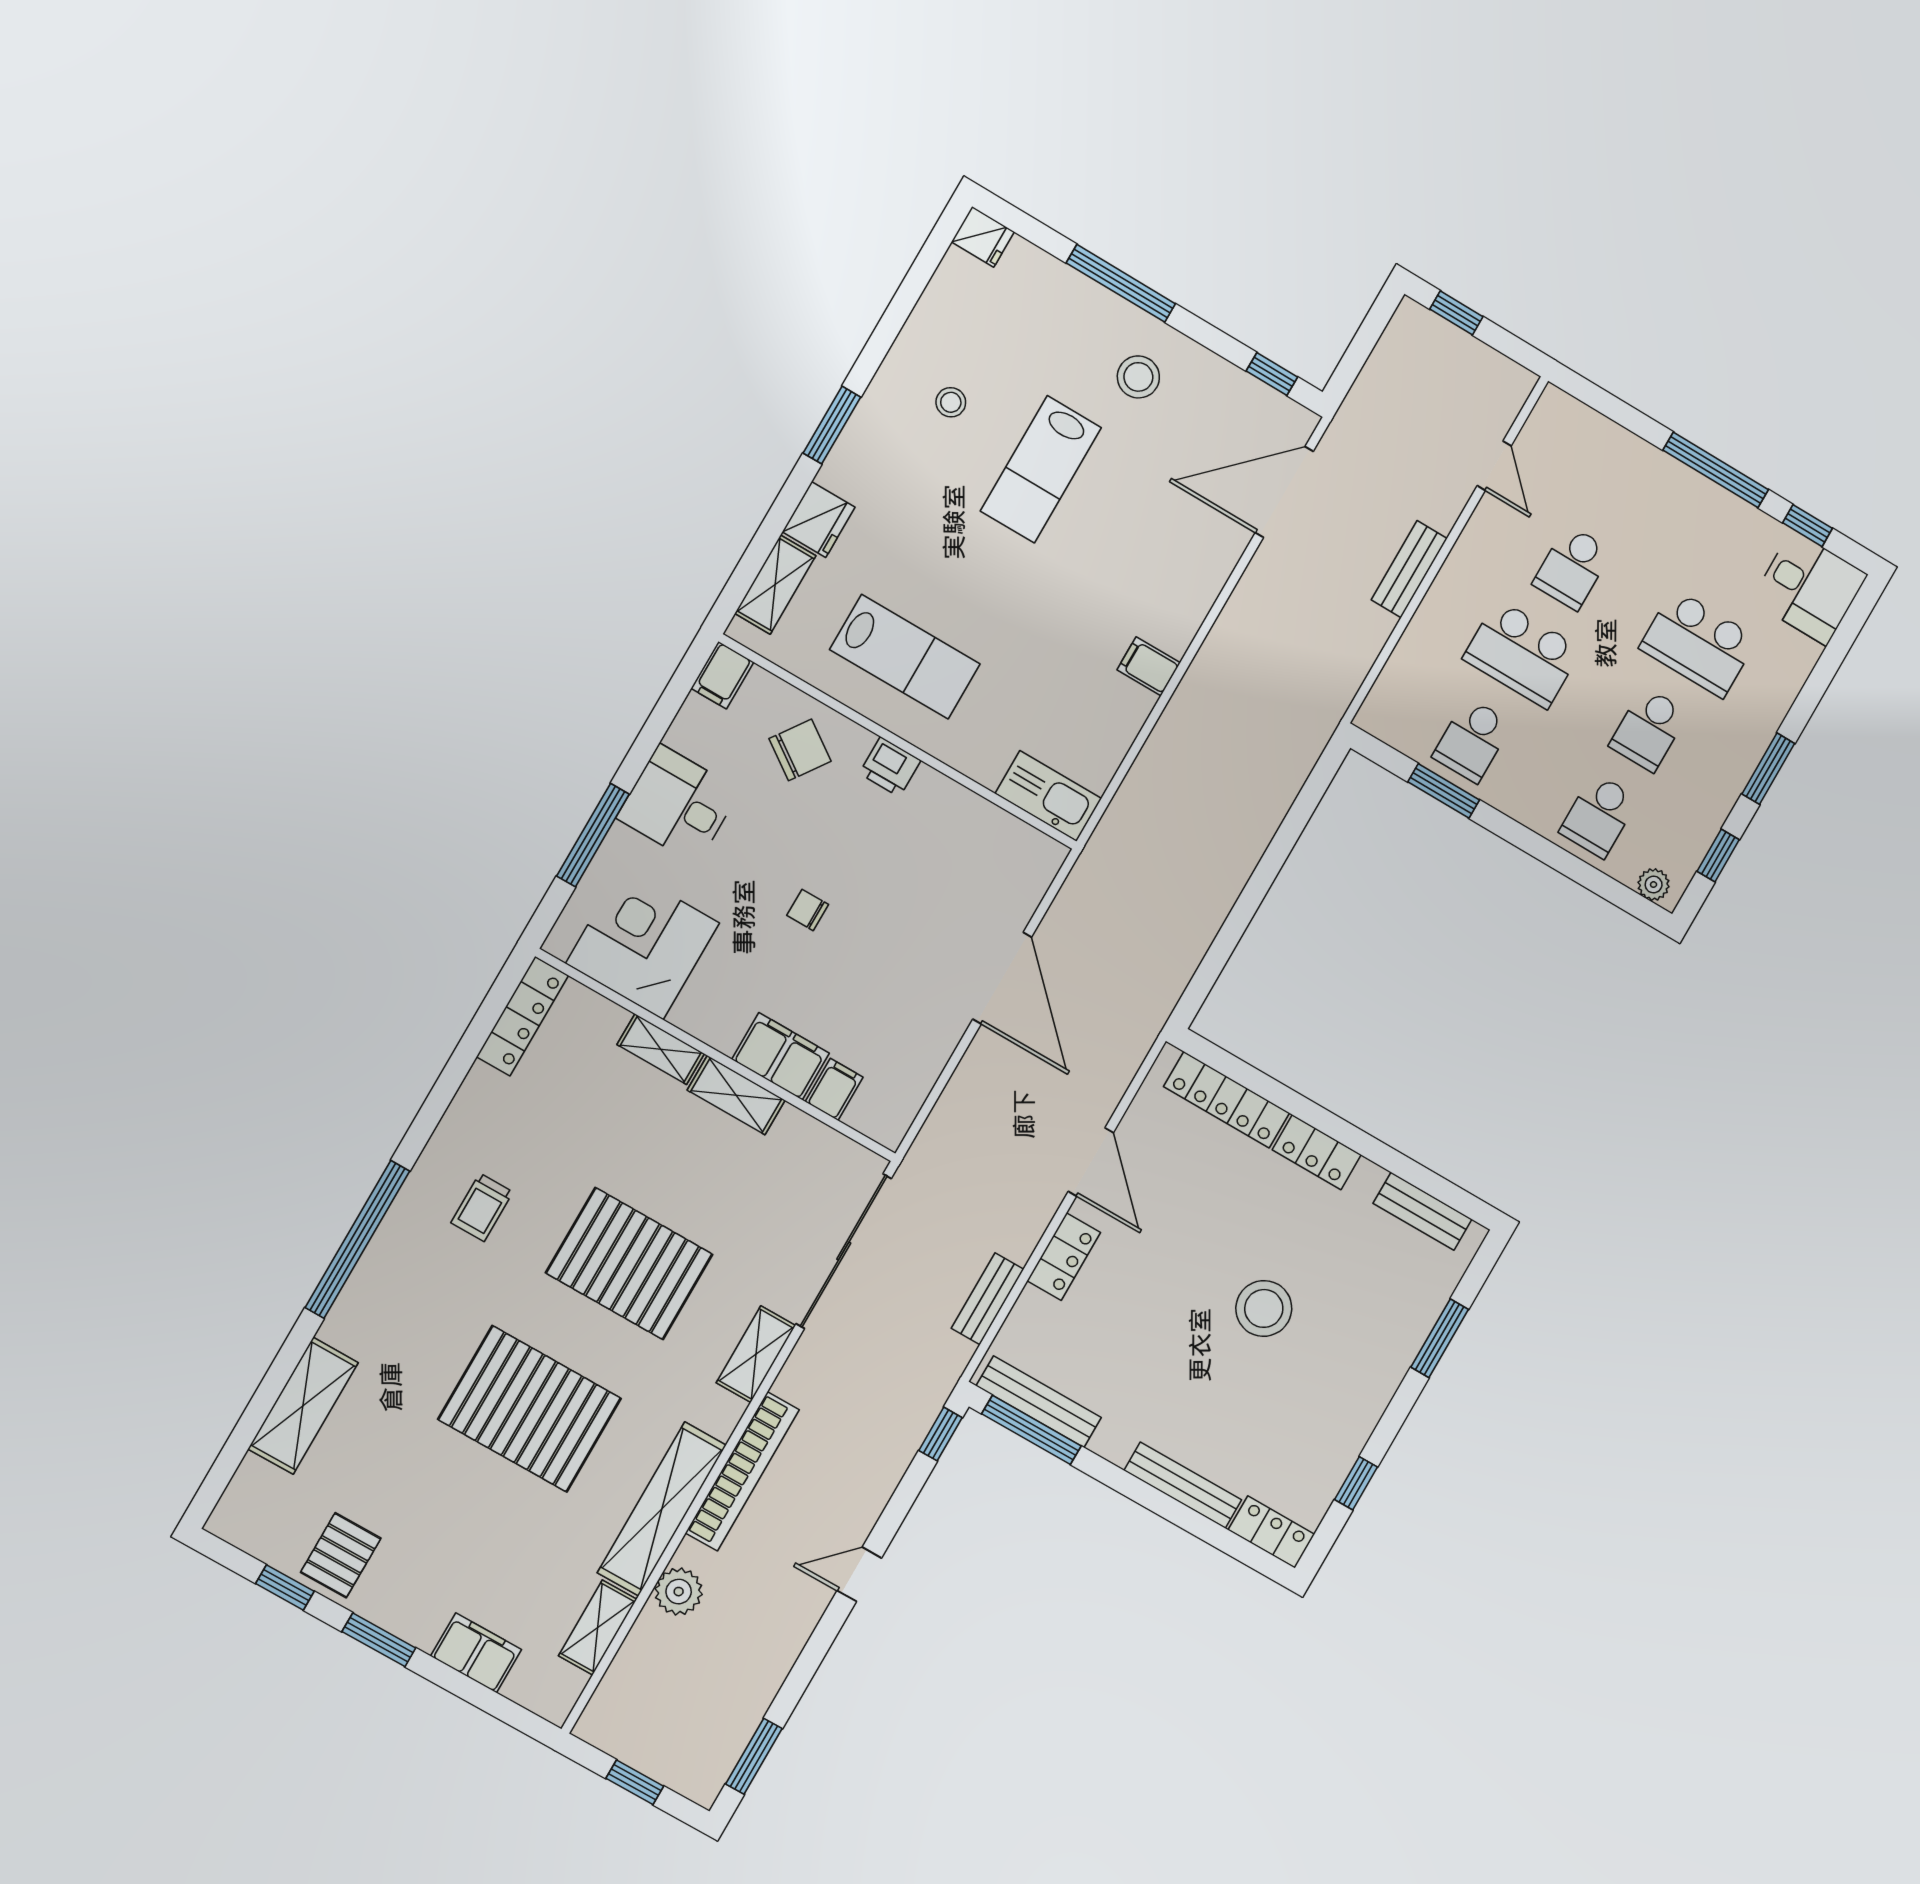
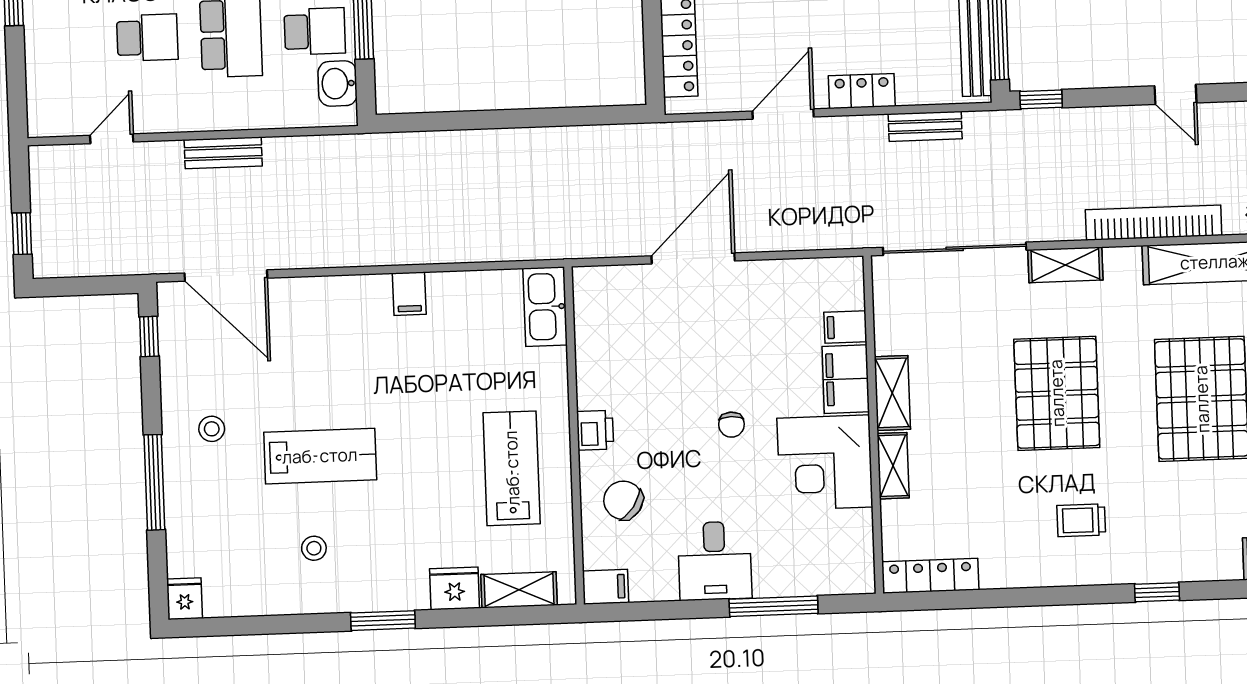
stool: (1138, 377) -> (212, 429), width x0.73, depth x0.73
washbasin: (1406, 730) -> (338, 84), added
corner desk: (643, 943) -> (825, 463), moved
trolley: (482, 1207) -> (1081, 520), turned 180
window: (357, 1239) -> (1157, 592), width x0.32

